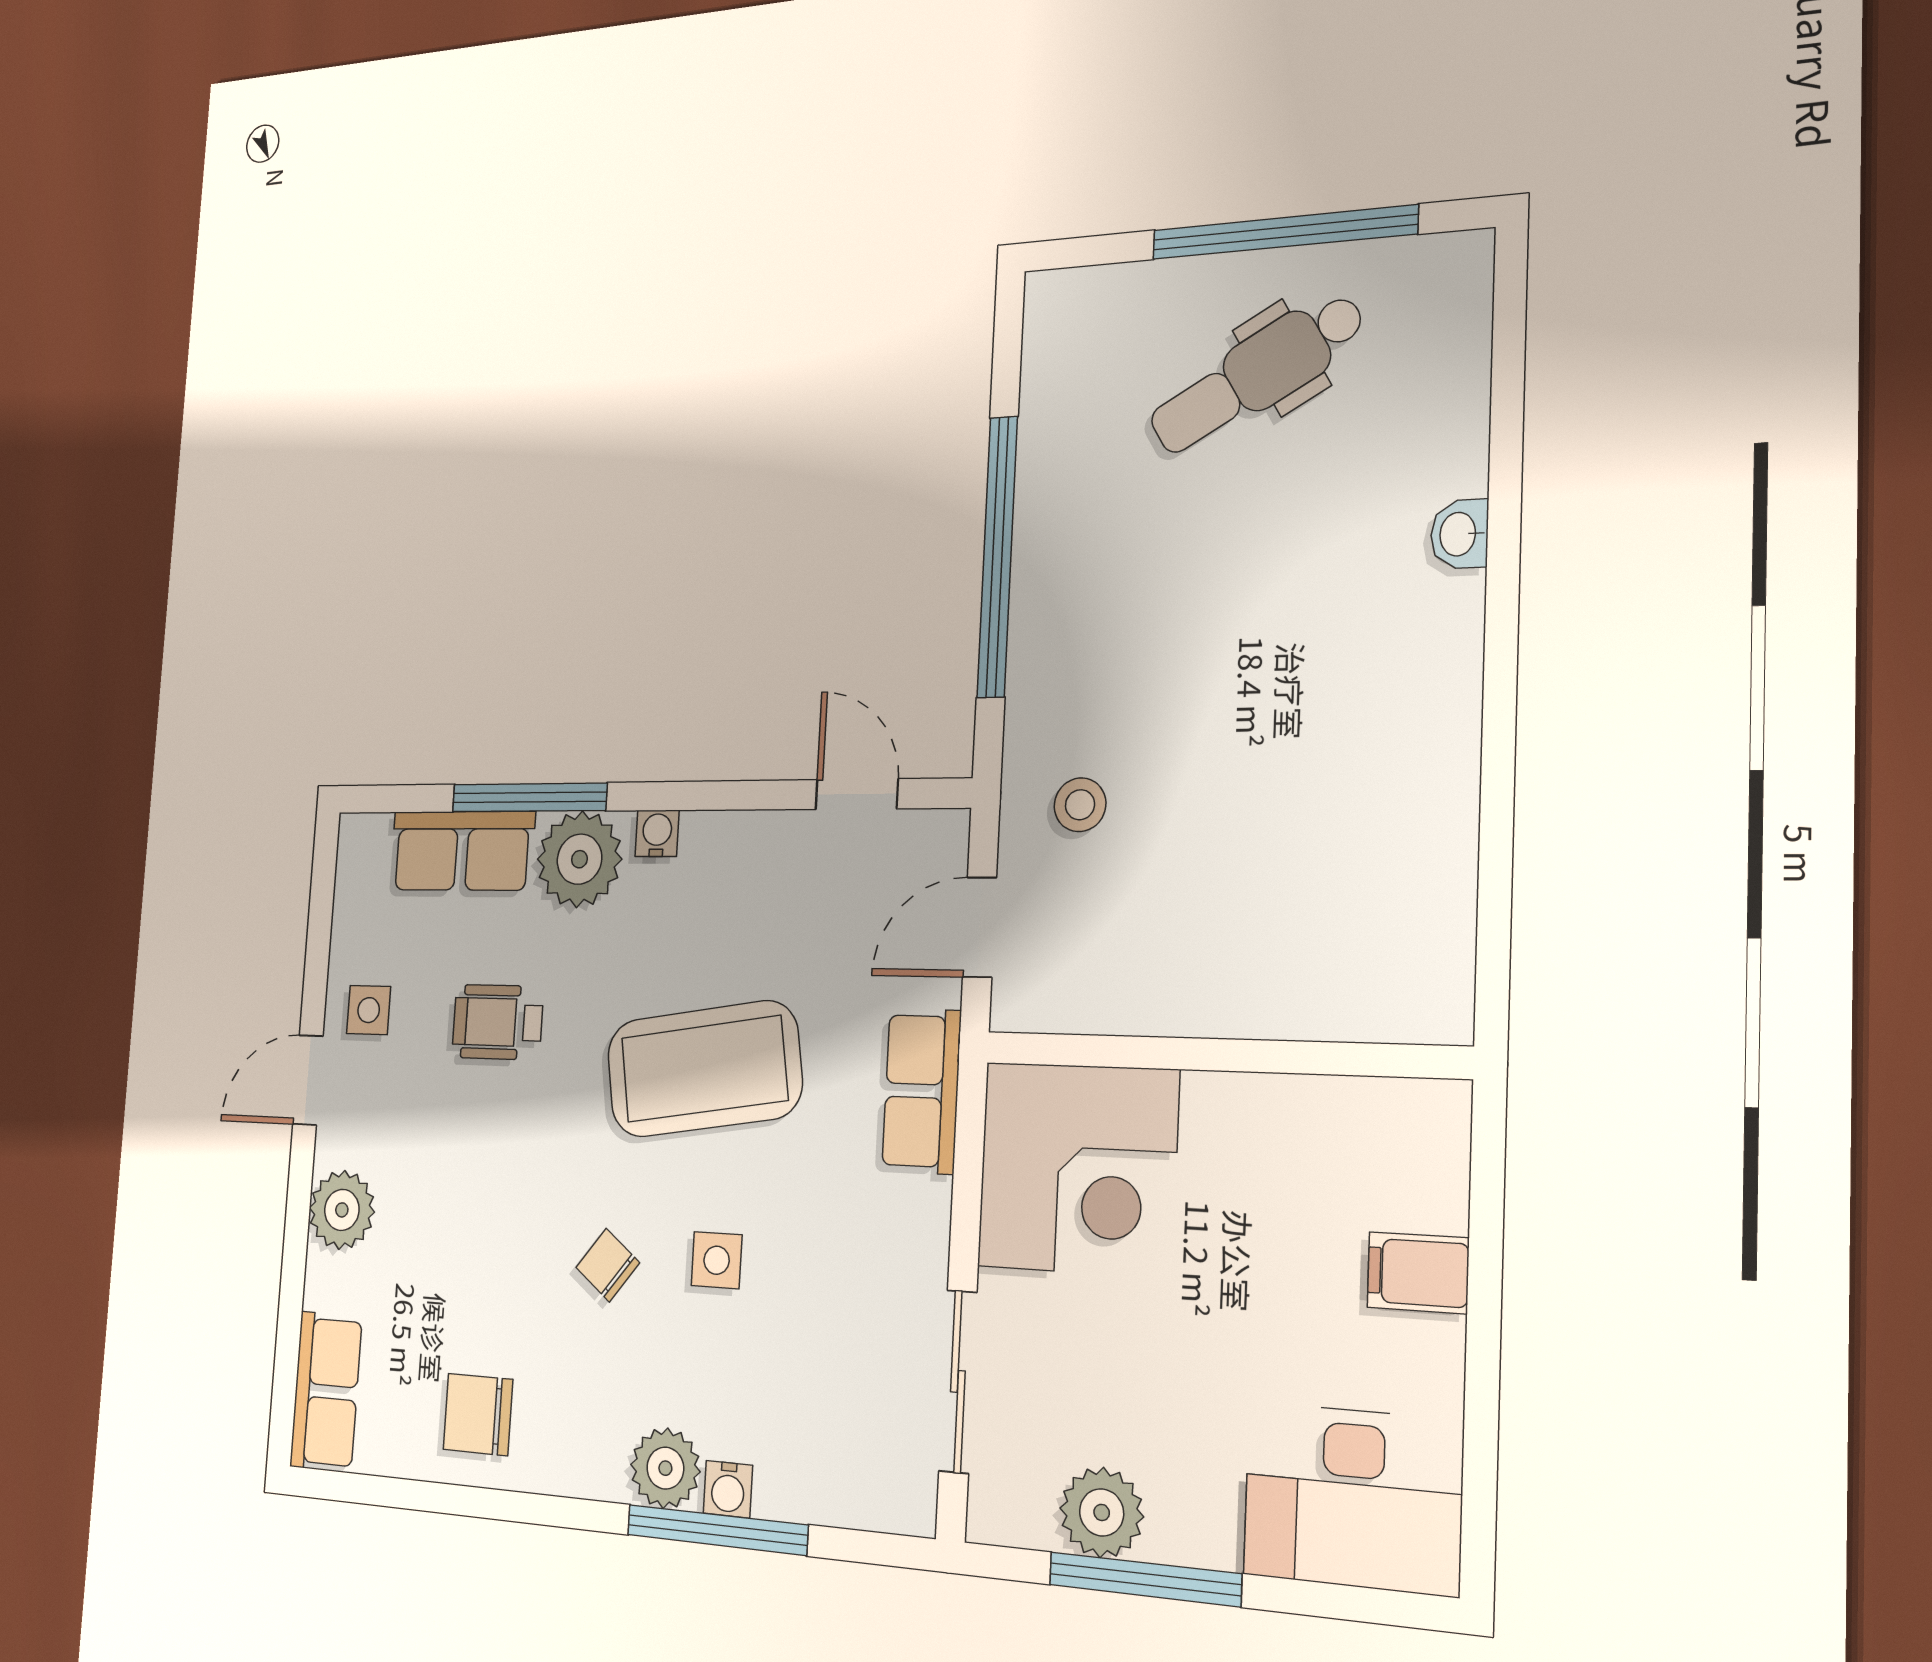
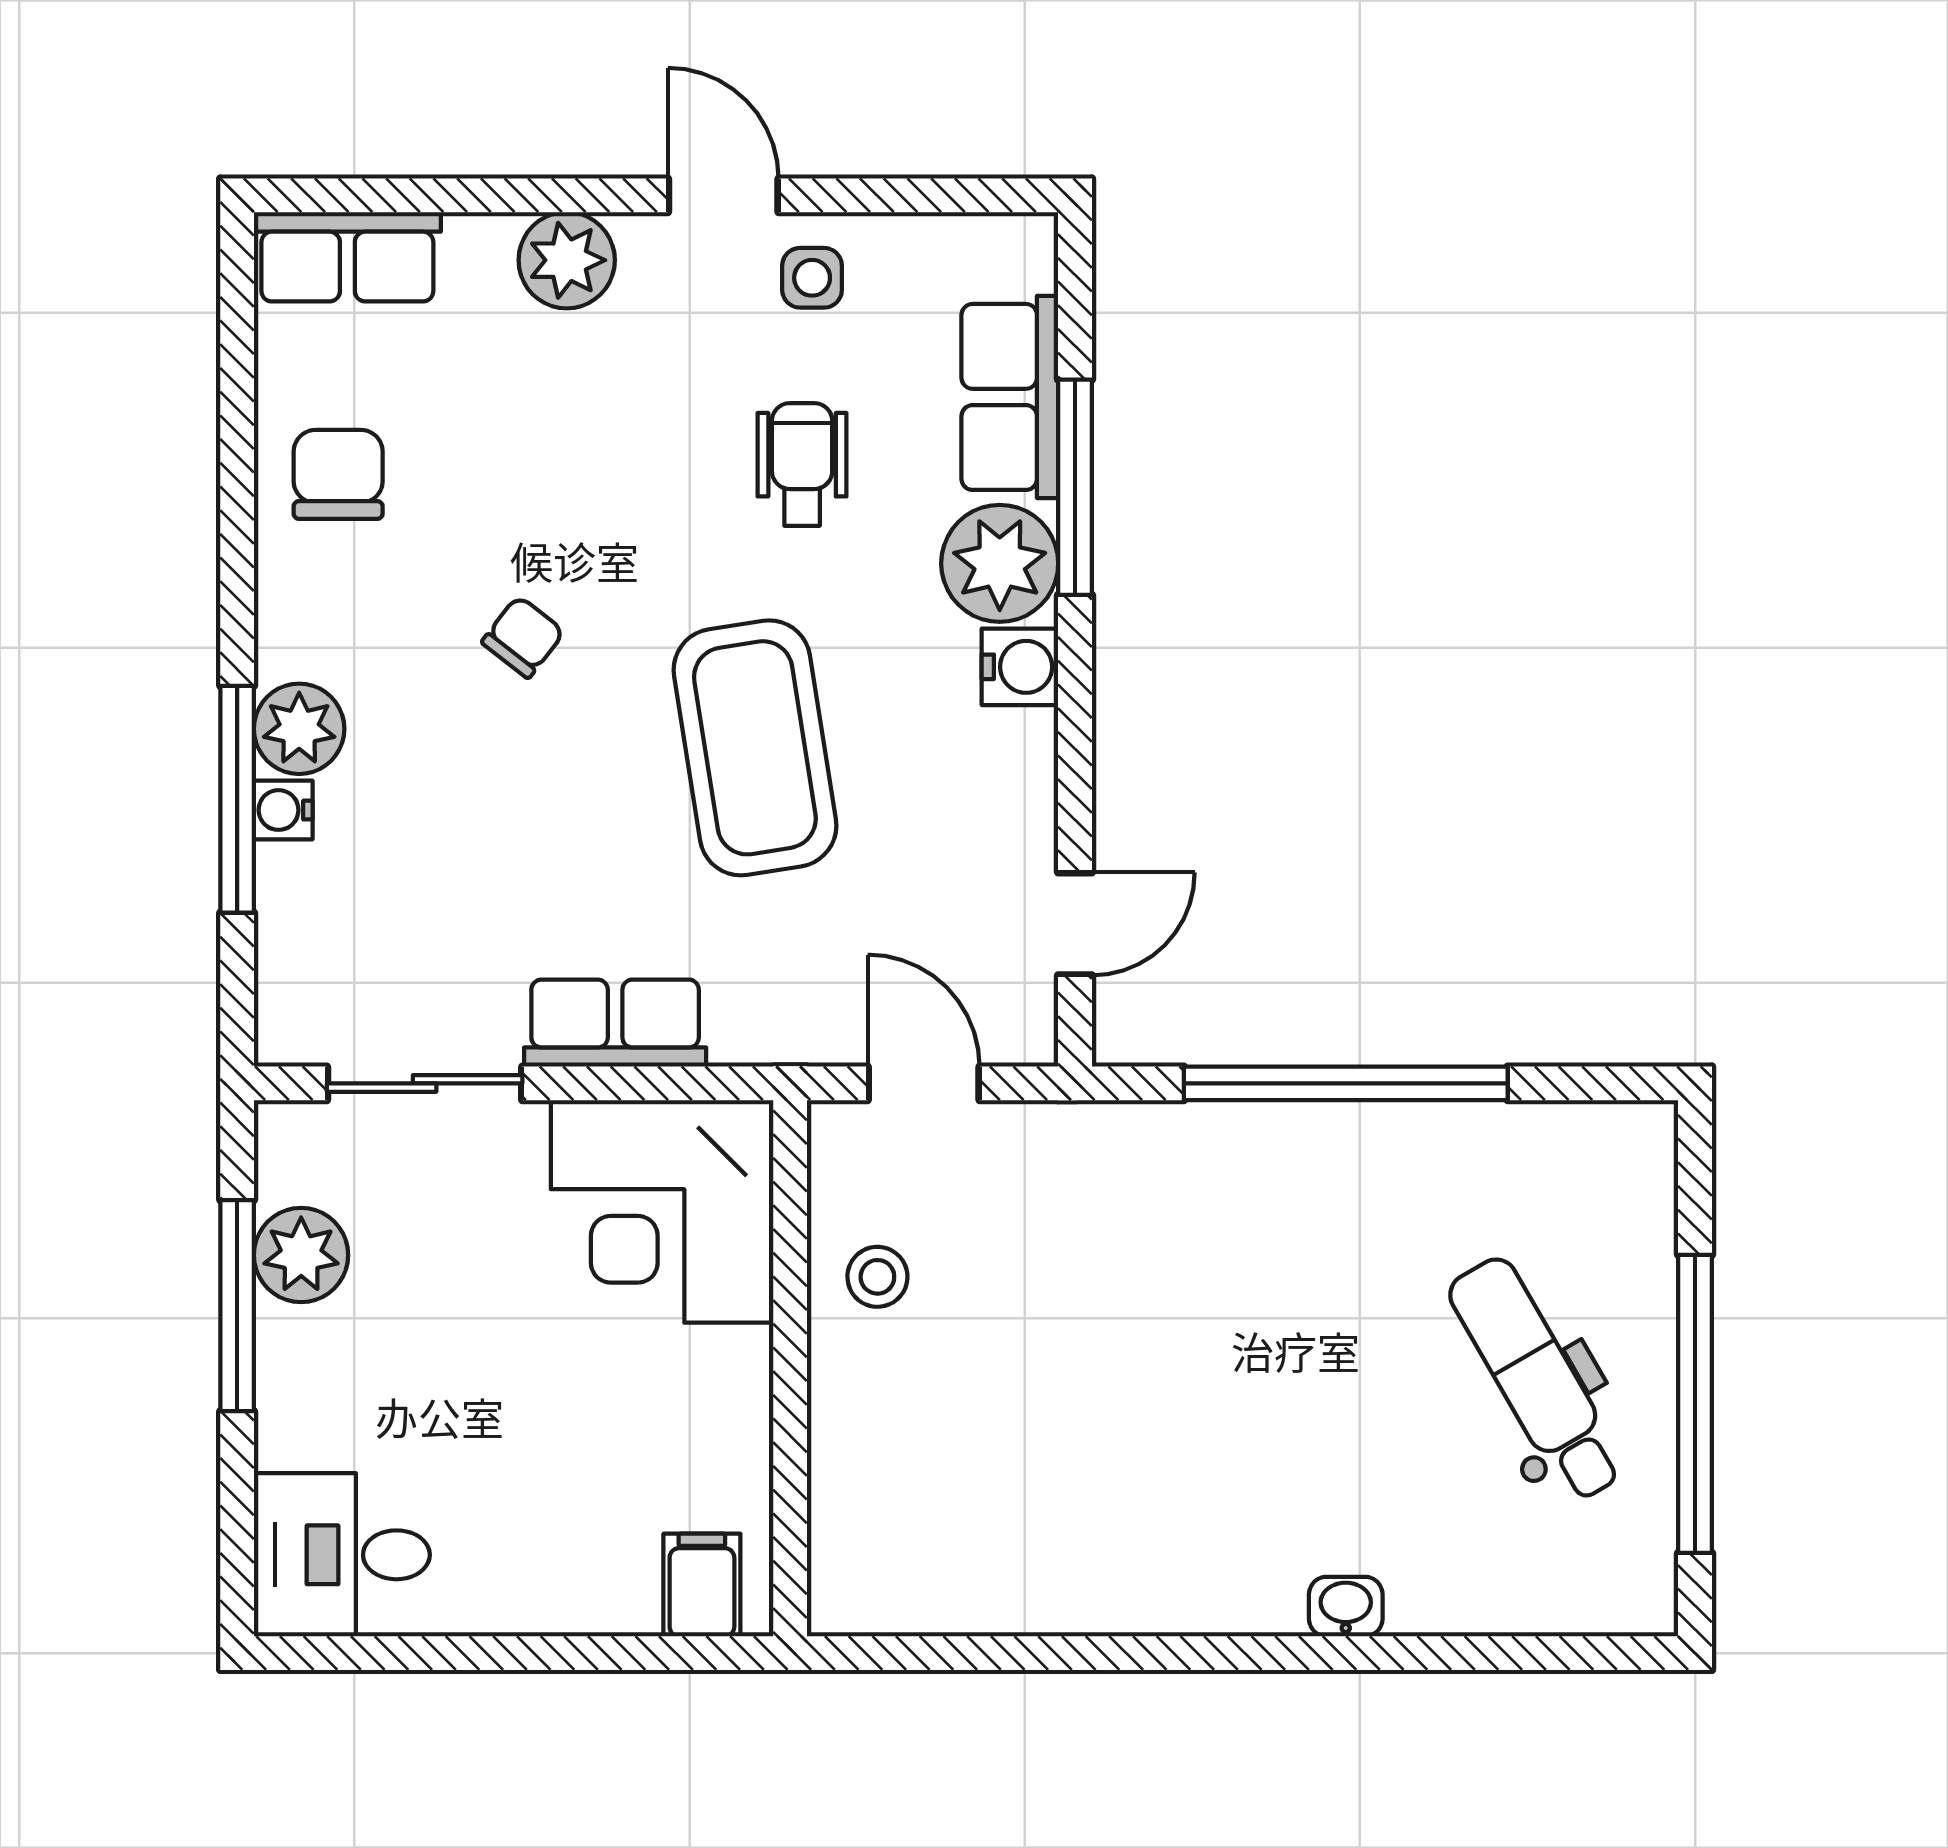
stool: (1080, 805) -> (877, 1277), moved
water cooler: (657, 833) -> (1020, 667), width x1.38, depth x1.38
row of seats: (922, 1091) -> (615, 1023), moved
side table: (717, 1260) -> (537, 779), removed
filing cabinet: (1418, 1273) -> (702, 1585), moved
desk: (1353, 1498) -> (342, 1555), width x0.73

